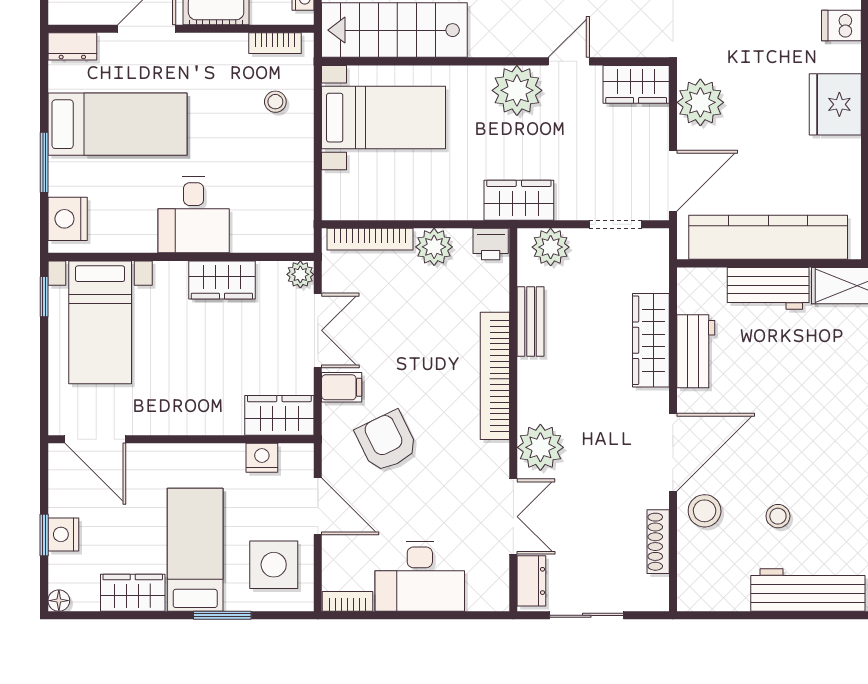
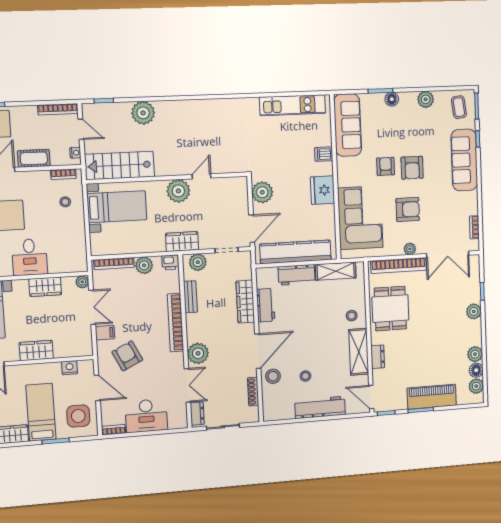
wardrobe: (636, 84) -> (233, 185), removed
wardrobe: (279, 415) -> (36, 350), moved

